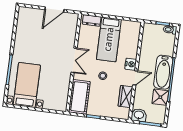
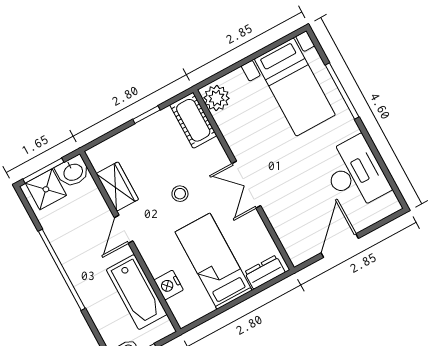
desk: (28, 34) -> (355, 173), added
nightstand: (131, 64) -> (169, 285), moved
bathtub: (163, 72) -> (137, 292), moved, turned 180
cot: (79, 97) -> (193, 120), width x0.73, depth x0.75
shower: (160, 97) -> (46, 189), moved
plant: (61, 103) -> (217, 98), added

